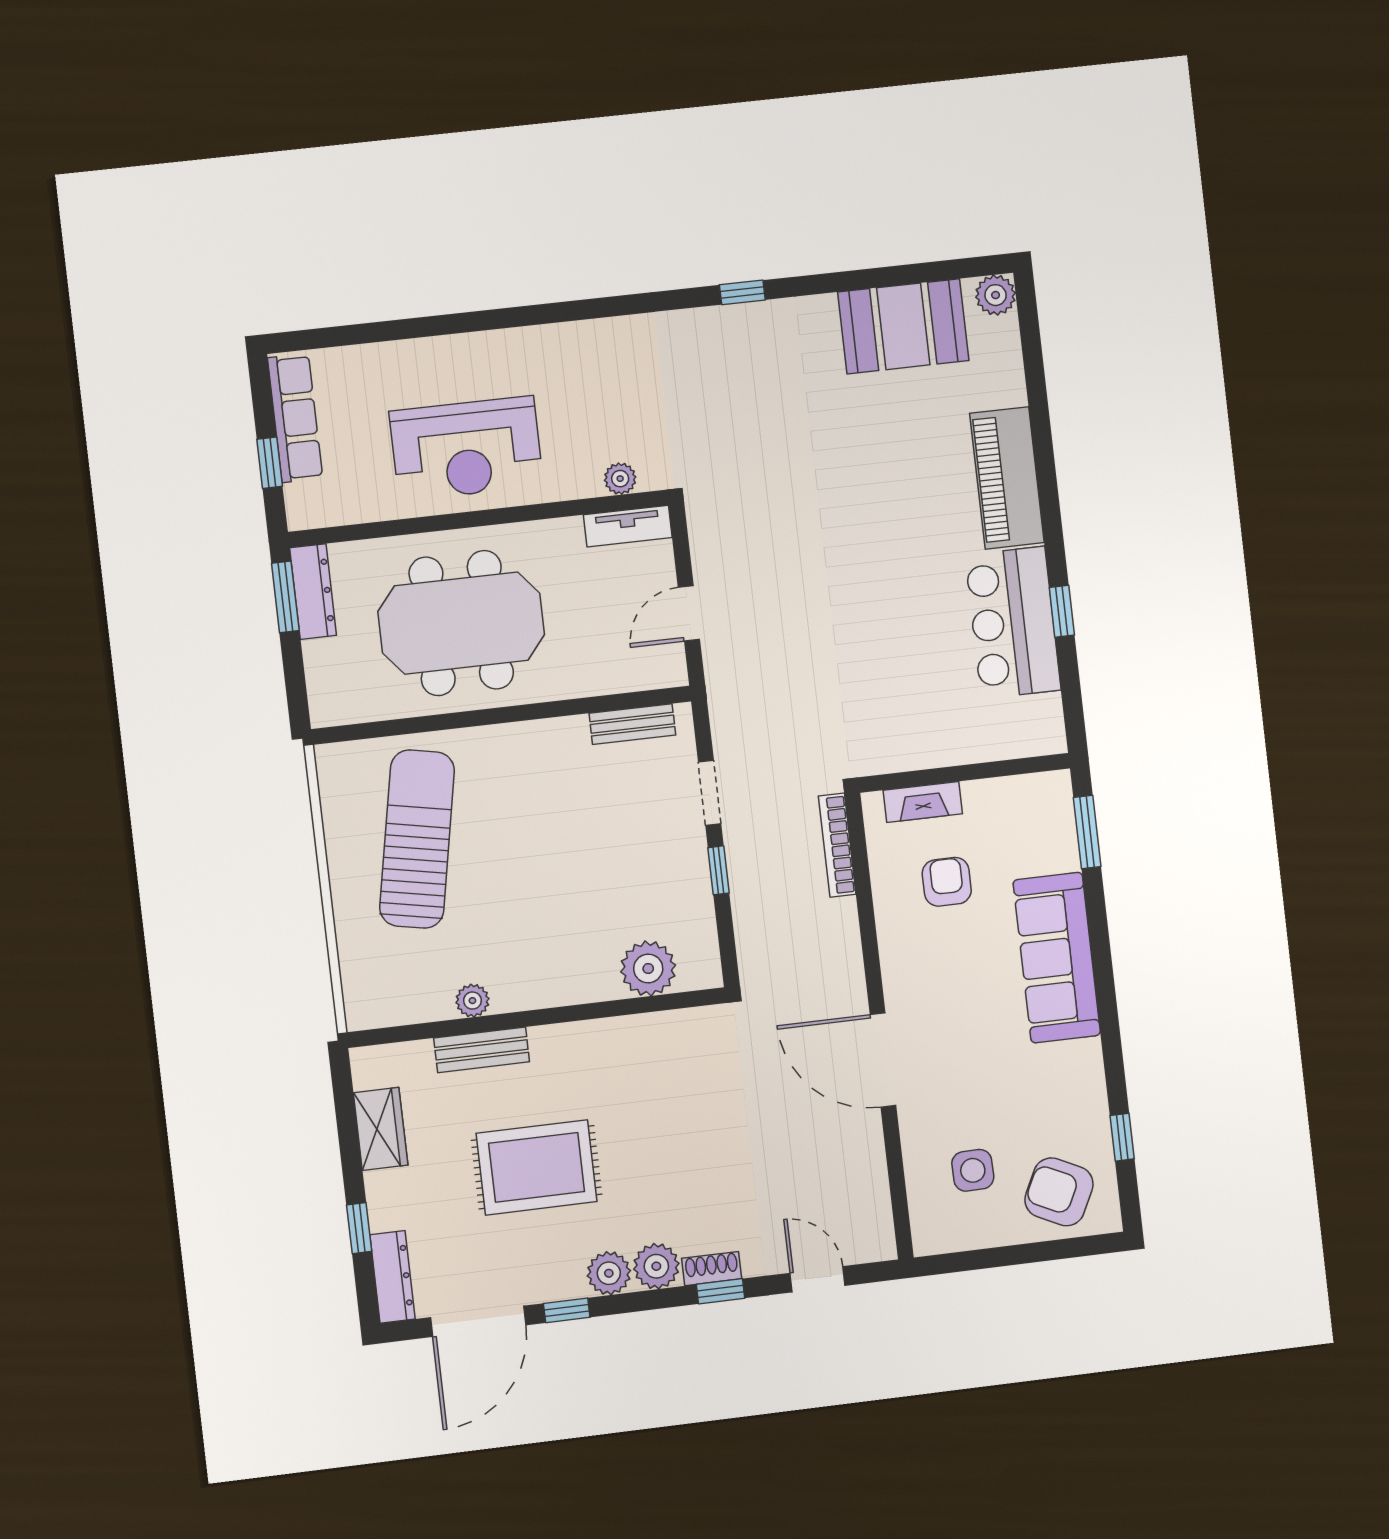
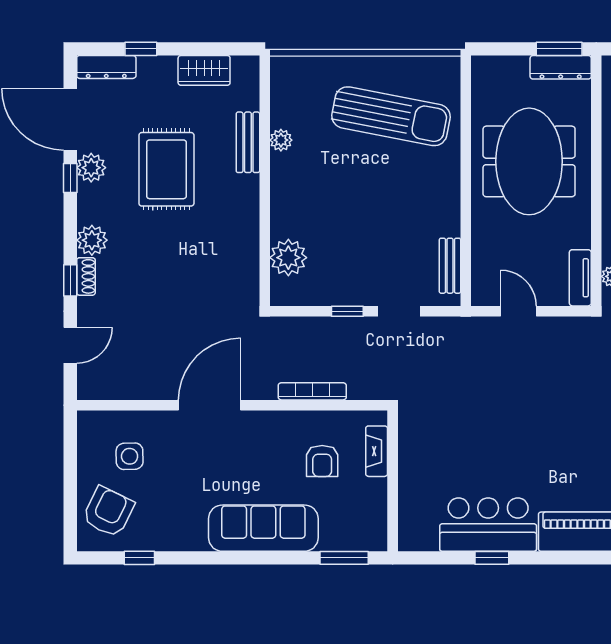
bookcase: (837, 845) -> (312, 391), moved
armchair: (947, 882) -> (322, 461), turned 90
plant: (609, 1273) -> (91, 168), moved

